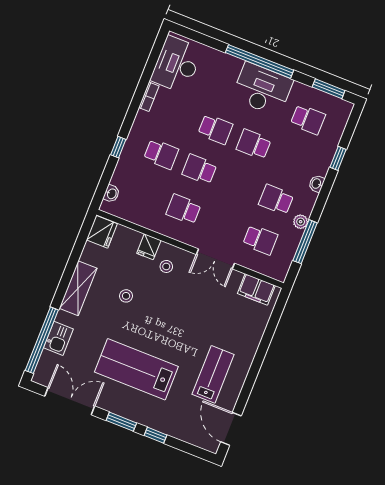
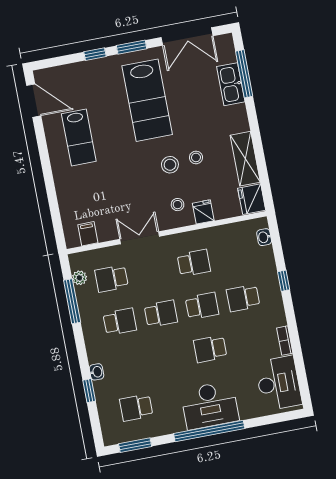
desk: (262, 89) -> (210, 405), moved
school desk: (254, 144) -> (161, 314), moved
washbasin: (317, 184) -> (97, 372), moved
plant: (301, 222) -> (79, 278), moved
shelving: (78, 288) -> (245, 159), moved
filing cabinet: (256, 289) -> (88, 234), width x0.50
stool: (152, 304) -> (170, 165), added
kitchen sink: (58, 338) -> (231, 84), width x1.38
window: (42, 340) -> (244, 74), width x0.68
lab bench: (136, 369) -> (147, 100), turned 90

